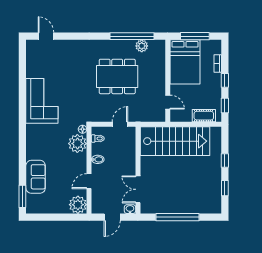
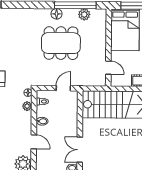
floor lamp: (112, 45) -> (57, 14), added
plant: (77, 144) -> (27, 106), width x0.53, depth x0.53
door: (89, 181) -> (34, 142), swing flipped

